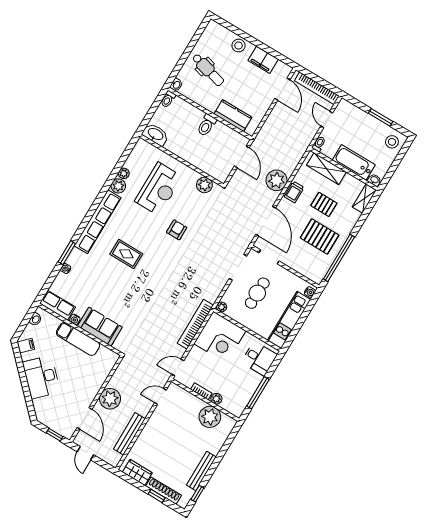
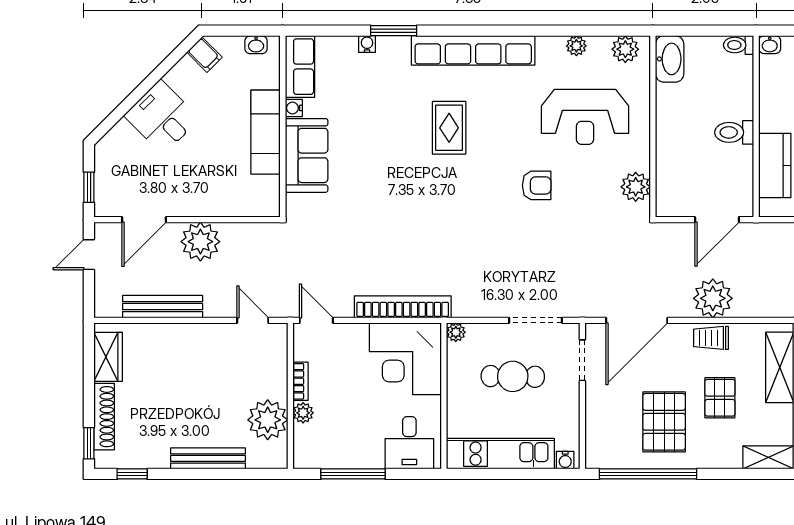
plant: (118, 186) -> (625, 49), moved
desk: (41, 377) -> (162, 117), width x0.73
bench: (201, 471) -> (208, 458), moved
window: (157, 496) -> (89, 443), moved

